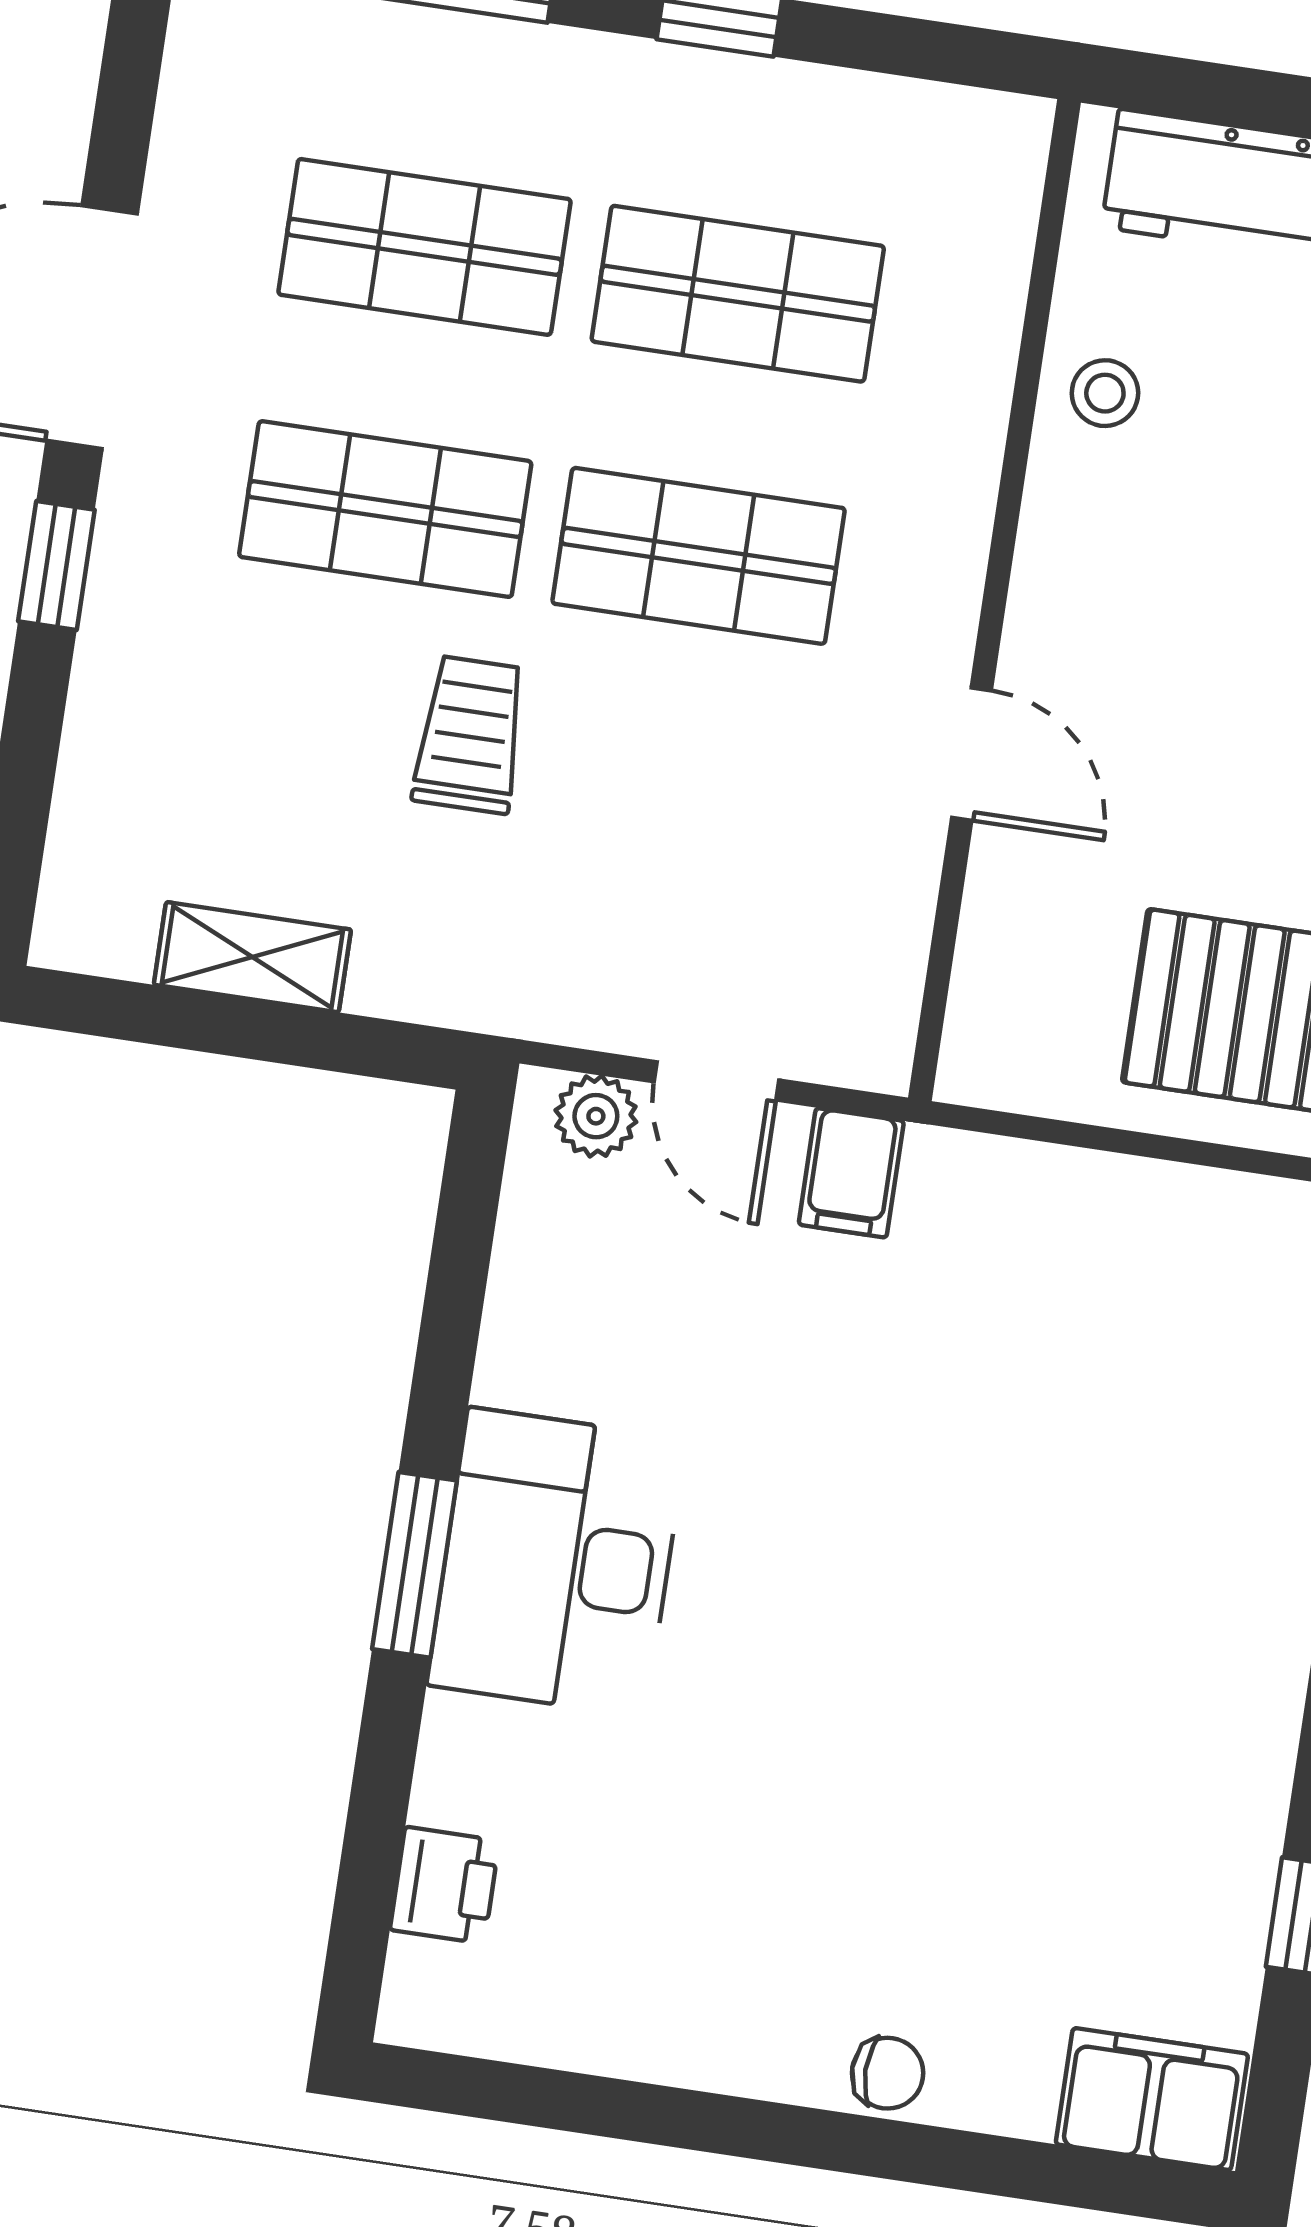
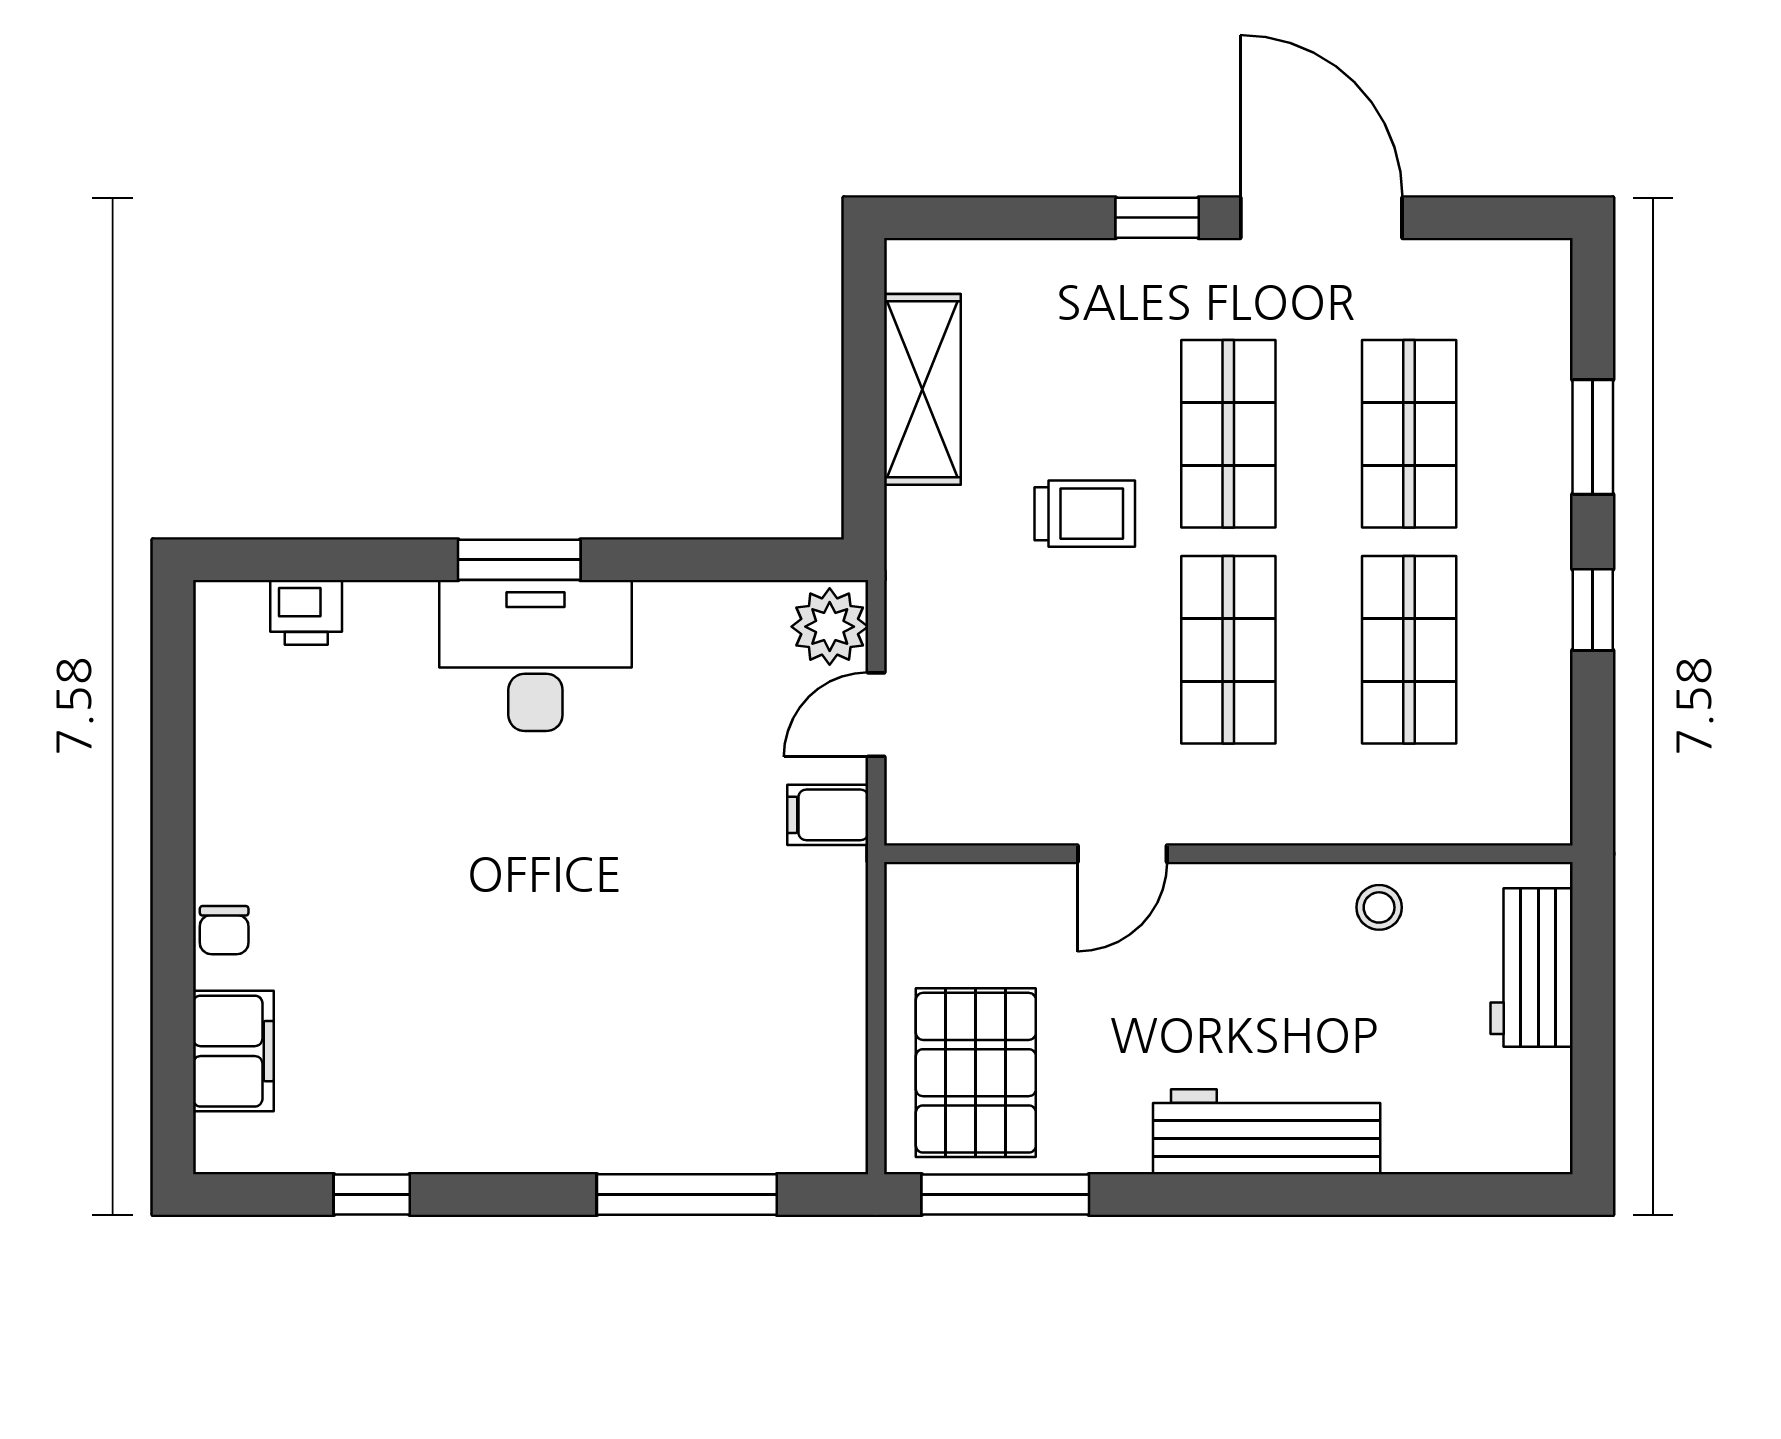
shelving: (252, 957) -> (922, 389), width x1.50, depth x1.33
plant: (596, 1116) -> (830, 627), width x1.38, depth x1.38
filing cabinet: (1152, 2099) -> (233, 1051), moved

